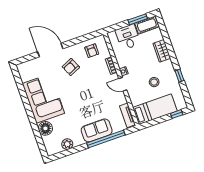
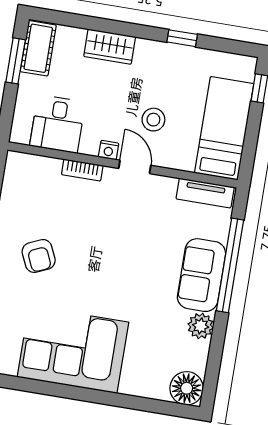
desk: (128, 37) -> (58, 124), moved, turned -90
armchair: (92, 51) -> (28, 193), removed
stool: (154, 82) -> (153, 120), moved
door: (123, 84) -> (135, 167), swing flipped
floor lamp: (45, 128) -> (187, 388), moved
plant: (67, 144) -> (201, 326), moved

